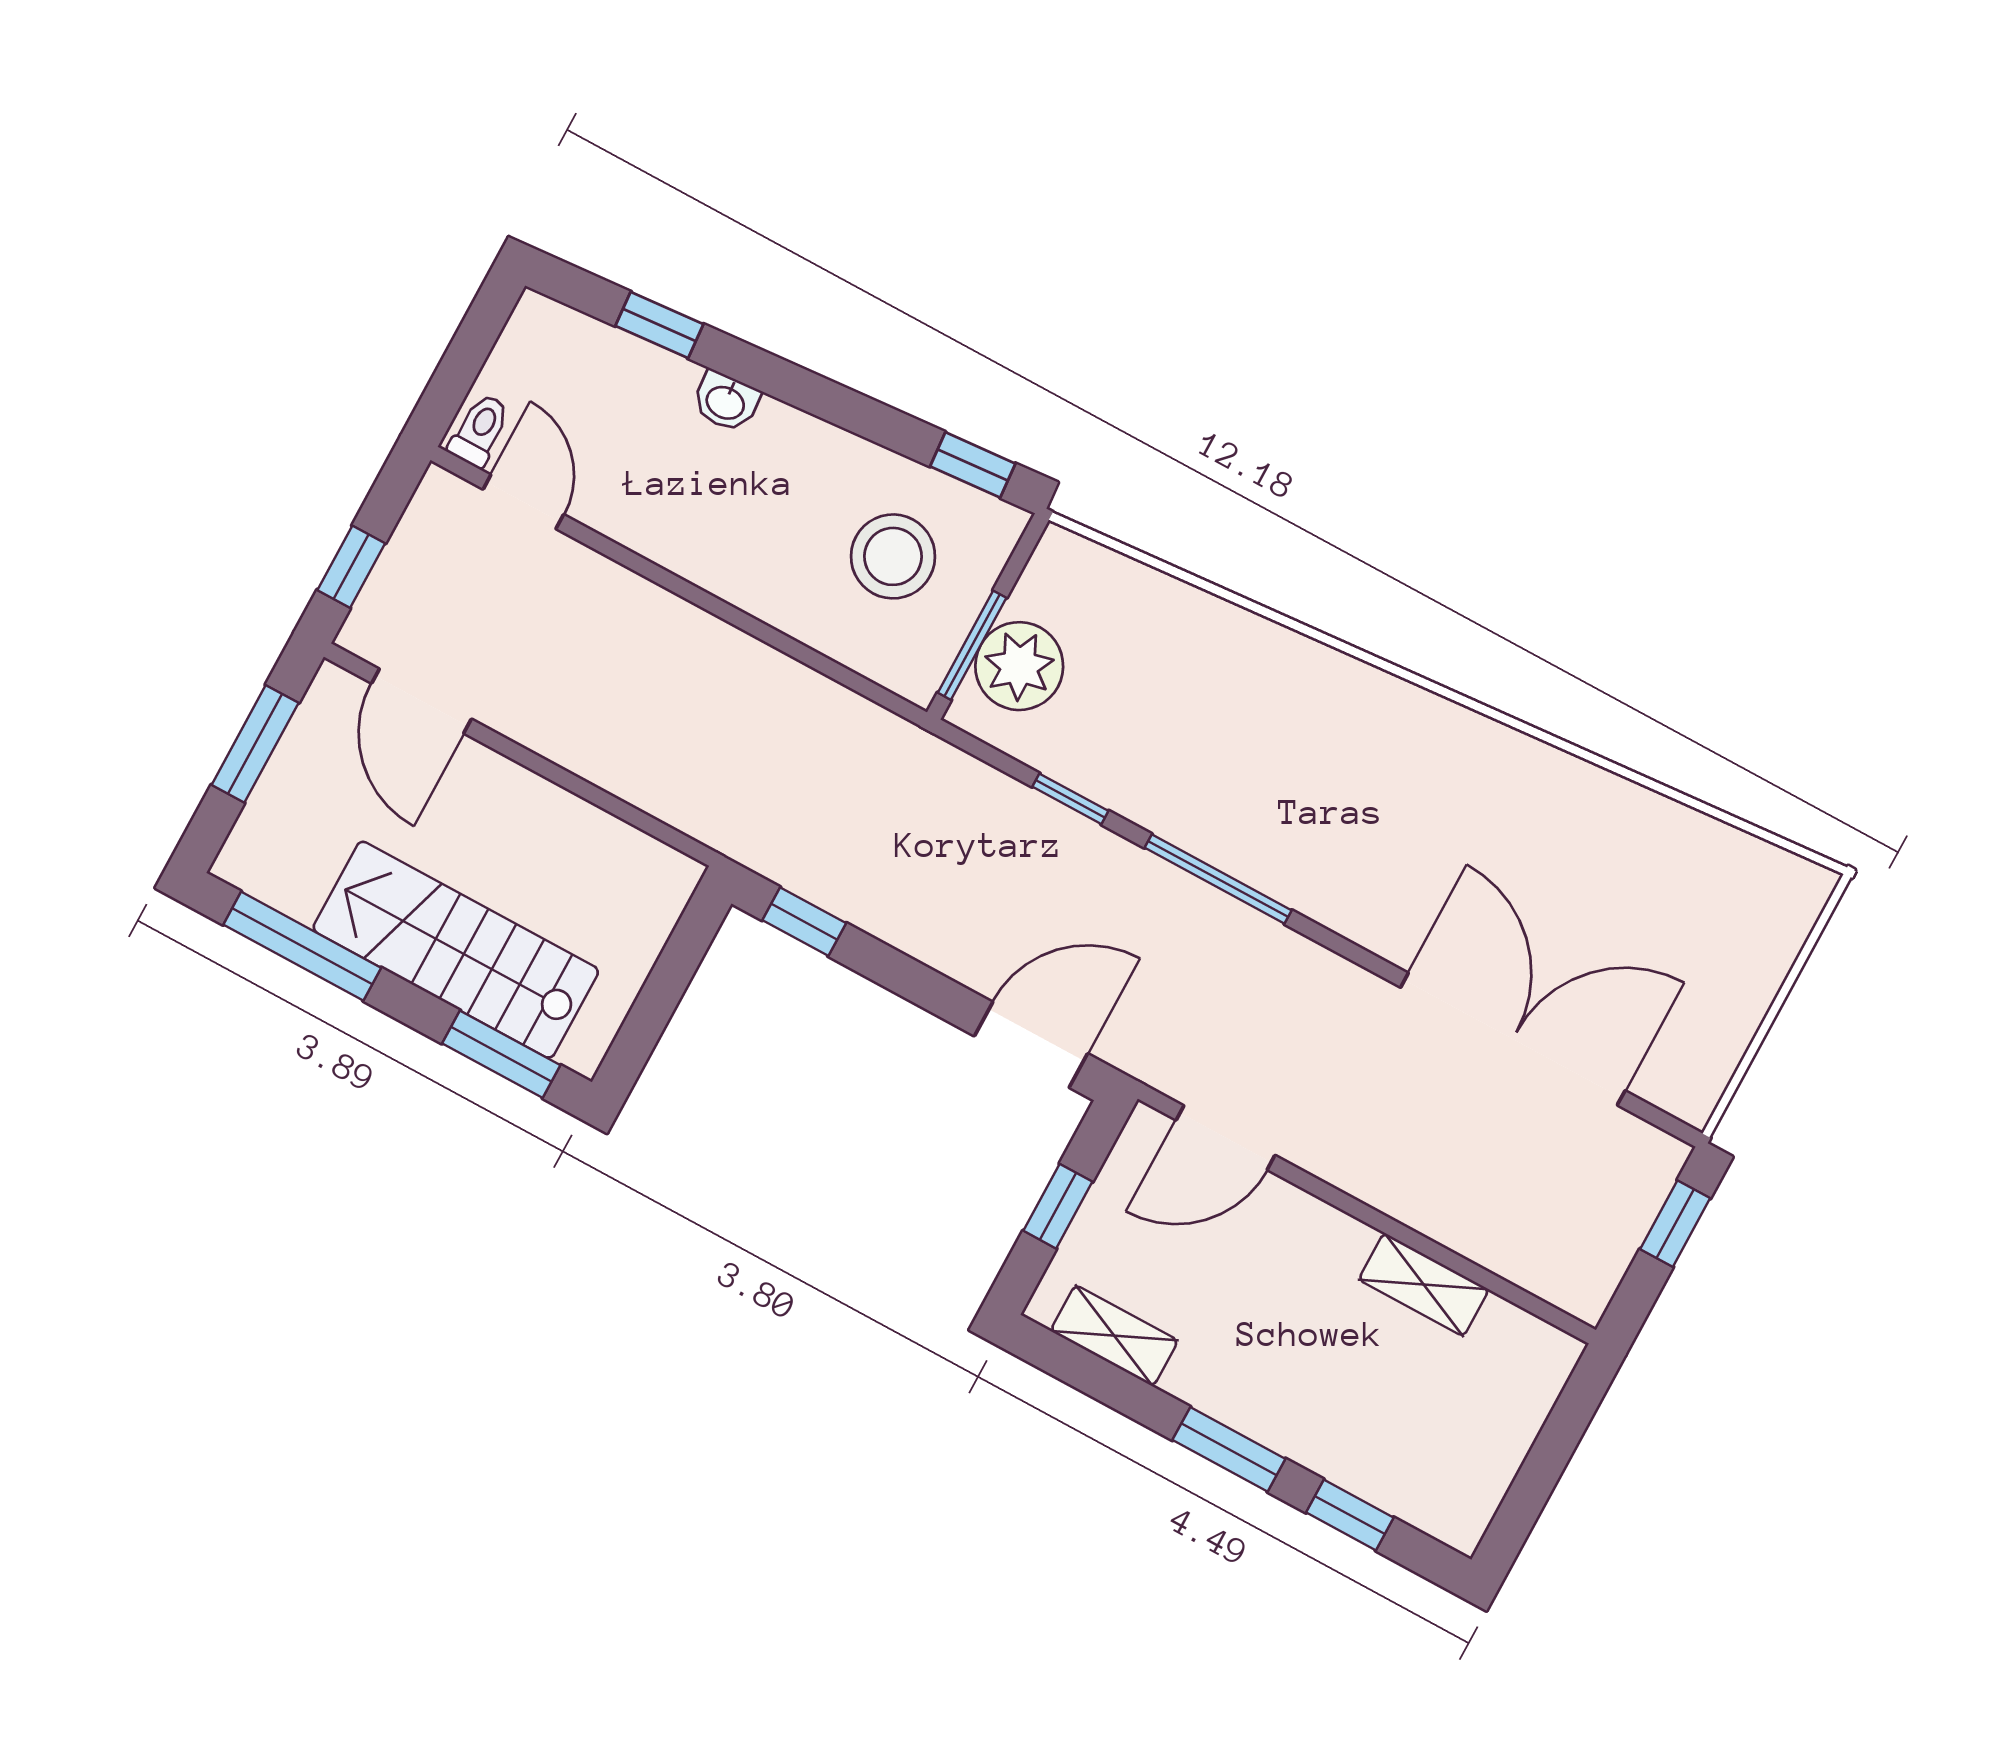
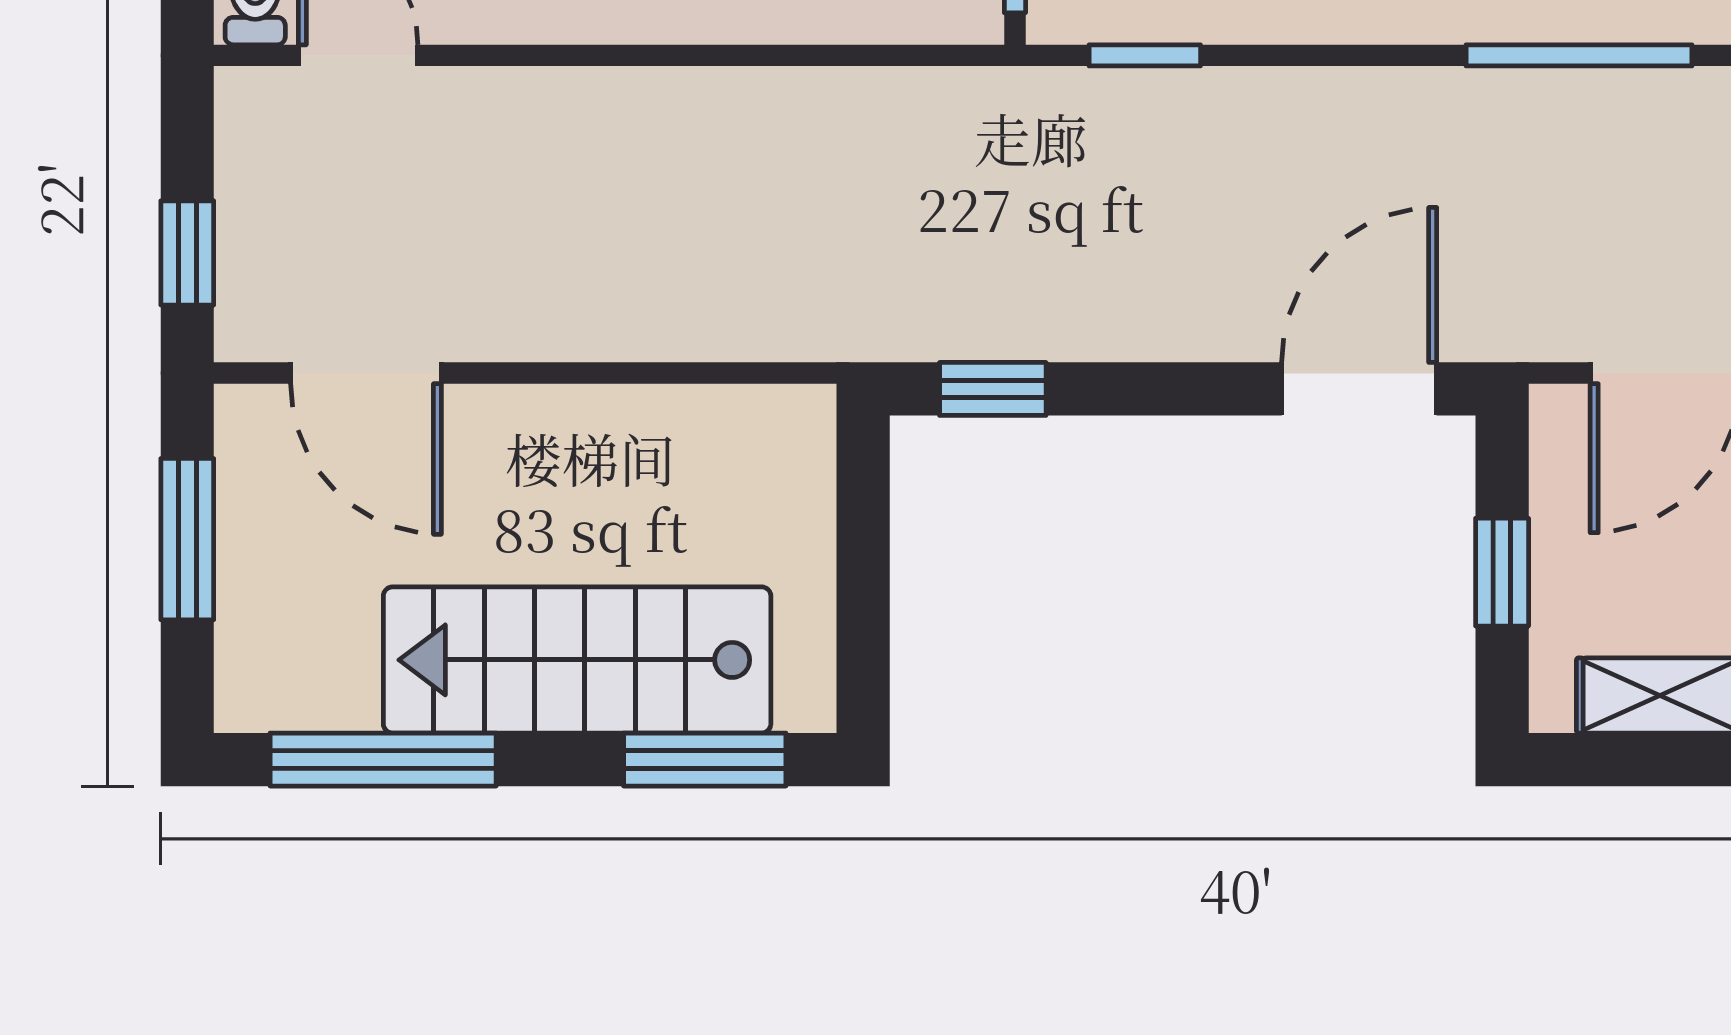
window: (1070, 799) -> (1145, 55), moved
window: (1218, 879) -> (1579, 55), moved

